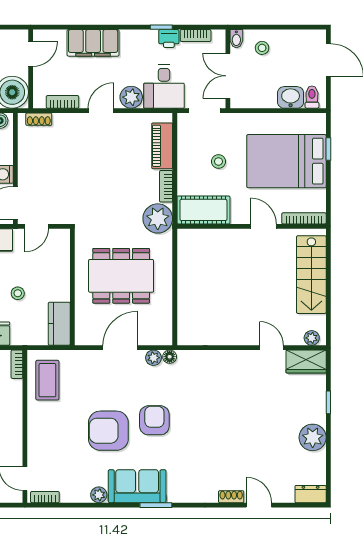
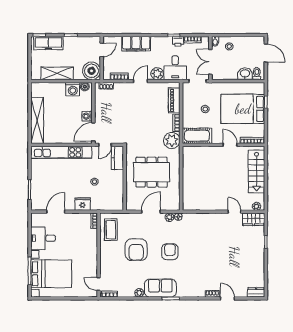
kitchen counter: (59, 324) -> (117, 158), moved
armchair: (108, 431) -> (136, 250), moved, turned -90
plant: (313, 437) -> (257, 261), removed

